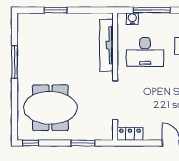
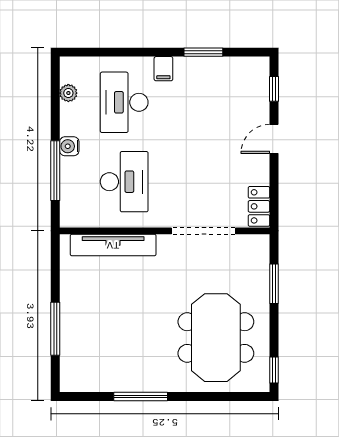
window: (56, 10) -> (55, 329), width x1.44
water cooler: (132, 19) -> (69, 146), moved

